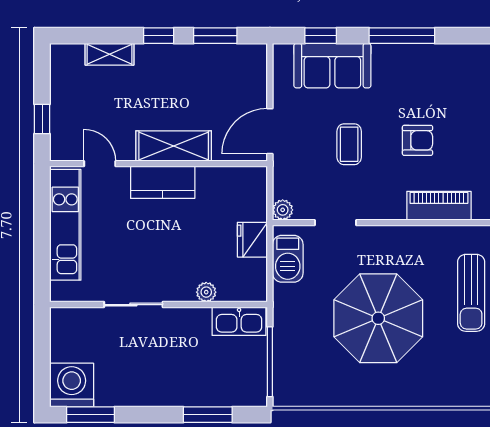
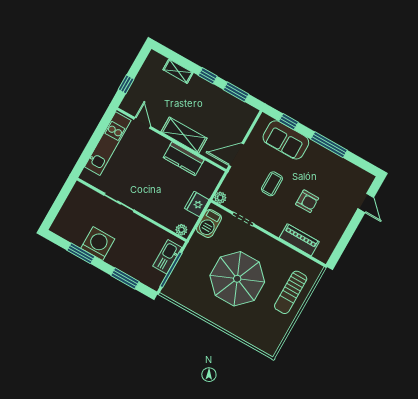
kitchen counter: (163, 182) -> (184, 159), moved
plant: (206, 292) -> (181, 230), moved
kitchen sink: (239, 321) -> (167, 257), moved, turned 90
washing machine: (72, 385) -> (98, 244), moved
window: (91, 415) -> (81, 253), moved

